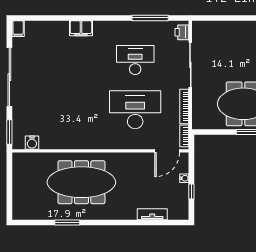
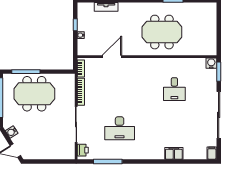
filing cabinet: (81, 28) -> (174, 153), moved
desk: (135, 110) -> (174, 89), moved, width x0.53, depth x0.77
water cooler: (32, 143) -> (211, 63), moved
door: (167, 151) -> (112, 57), moved
meeting table: (81, 182) -> (162, 32), width x0.73

